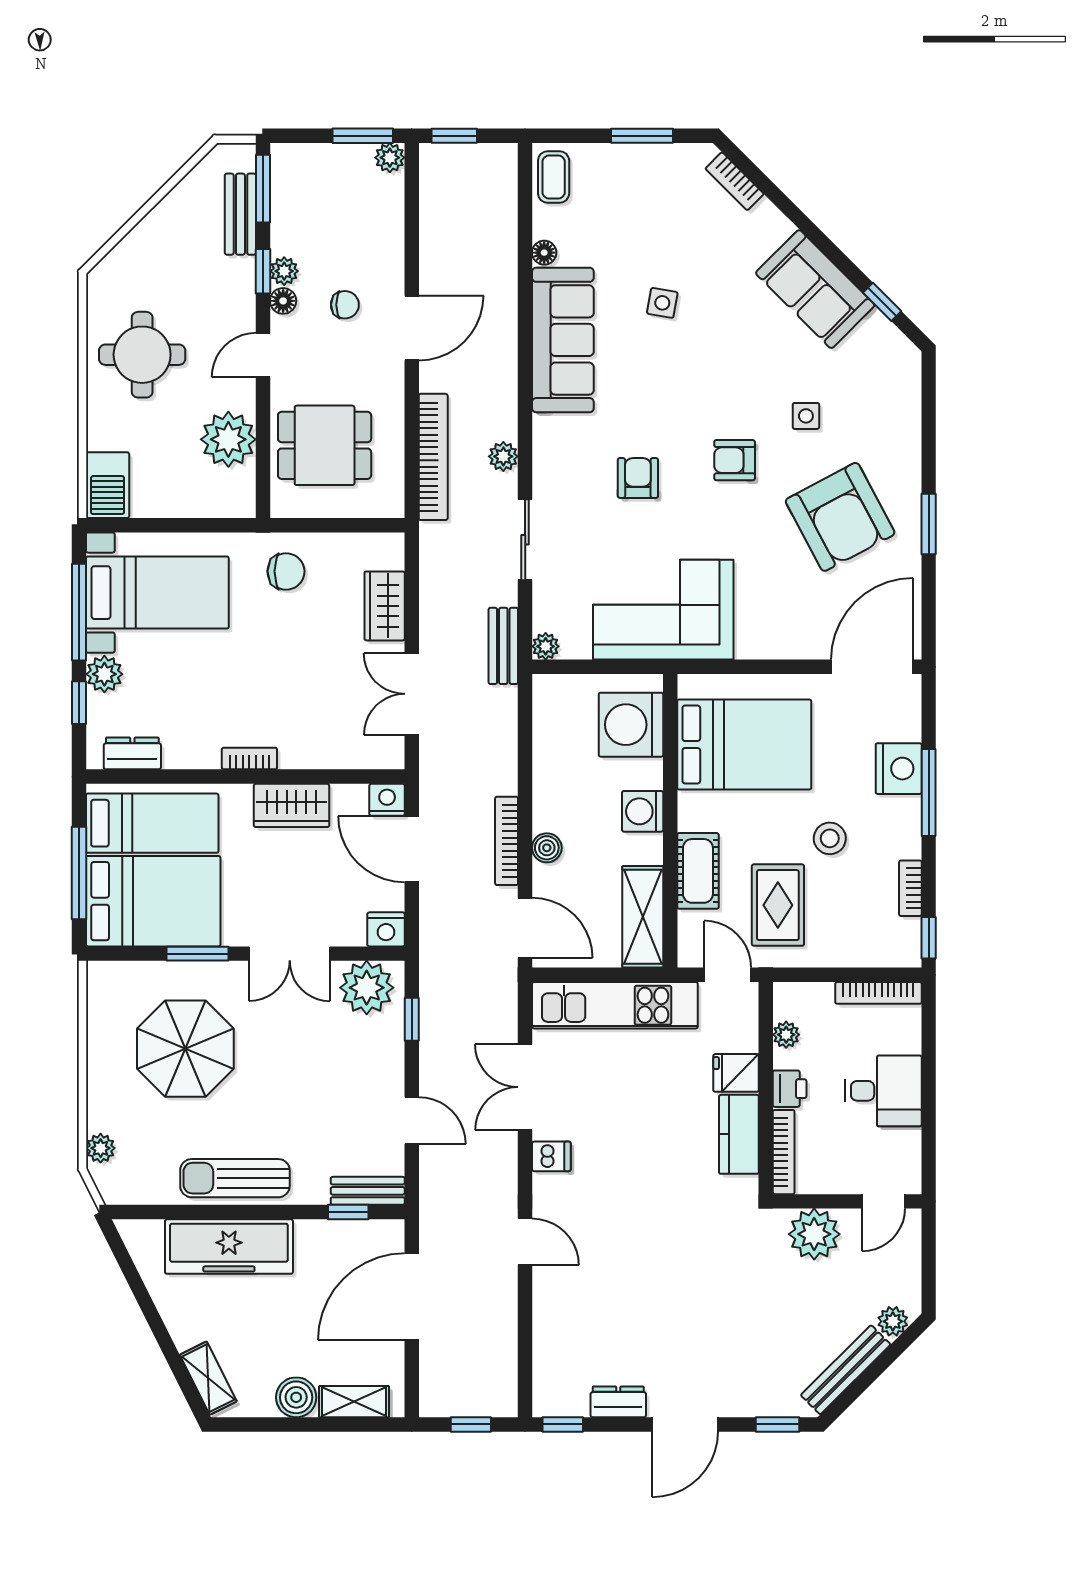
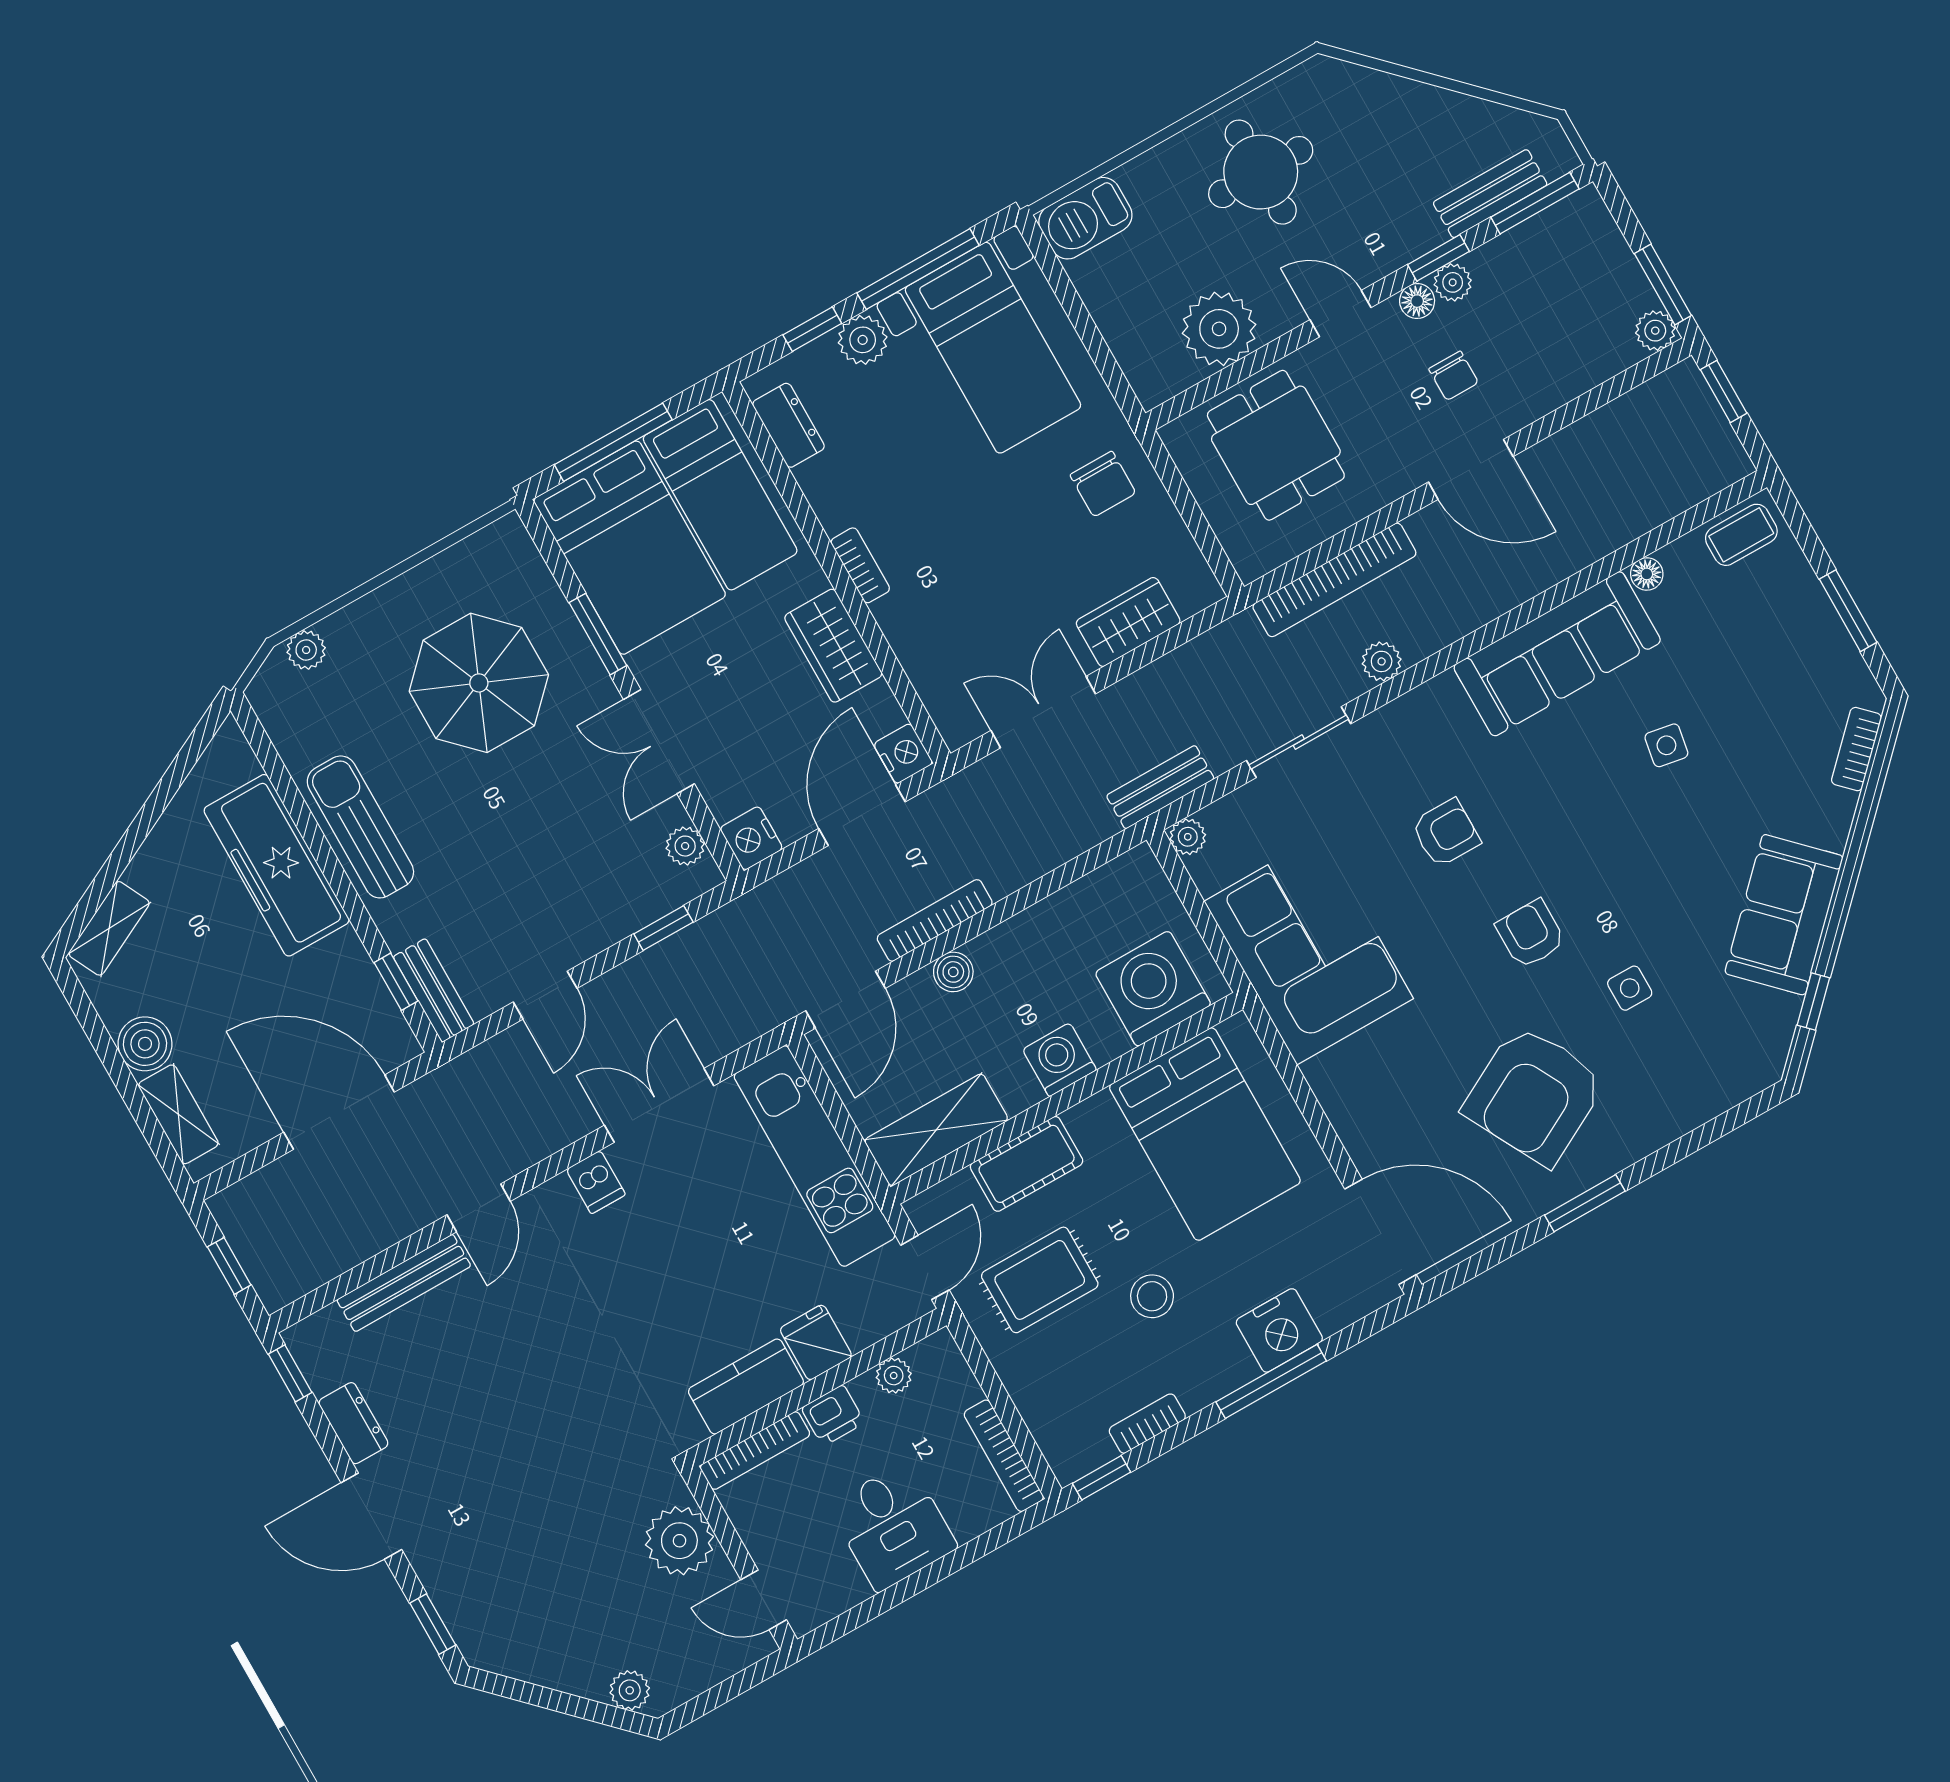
plant: (367, 988) -> (685, 846), width x0.53, depth x0.53
bench: (846, 1370) -> (404, 1283), moved, turned -45

